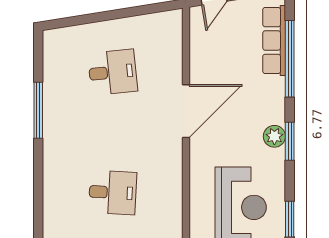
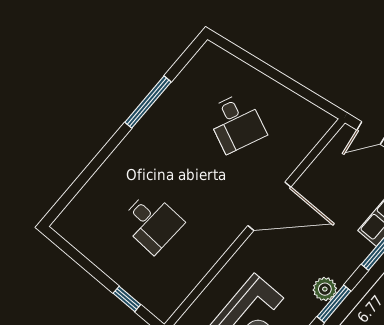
desk: (113, 72) -> (236, 123), turned 30

